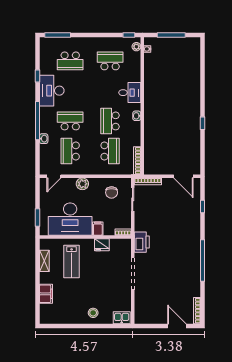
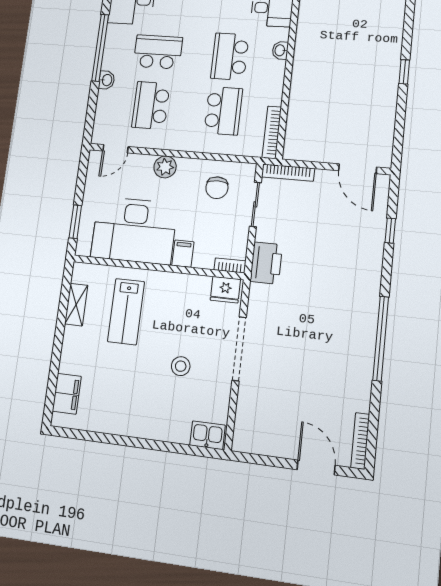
printer: (142, 242) -> (266, 263), moved
fridge: (102, 245) -> (225, 290), moved
filing cabinet: (46, 294) -> (67, 394), moved
stool: (93, 313) -> (181, 366), moved

